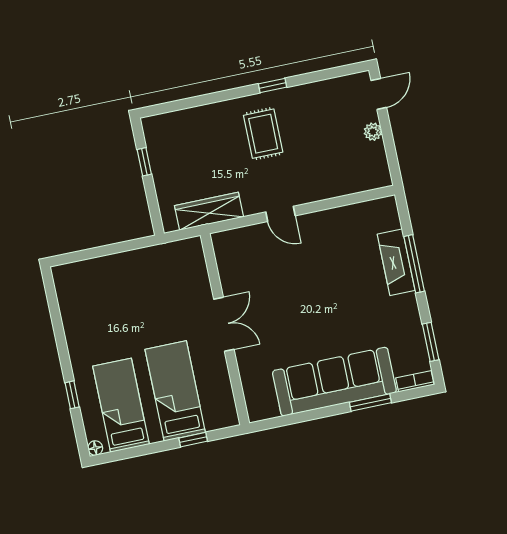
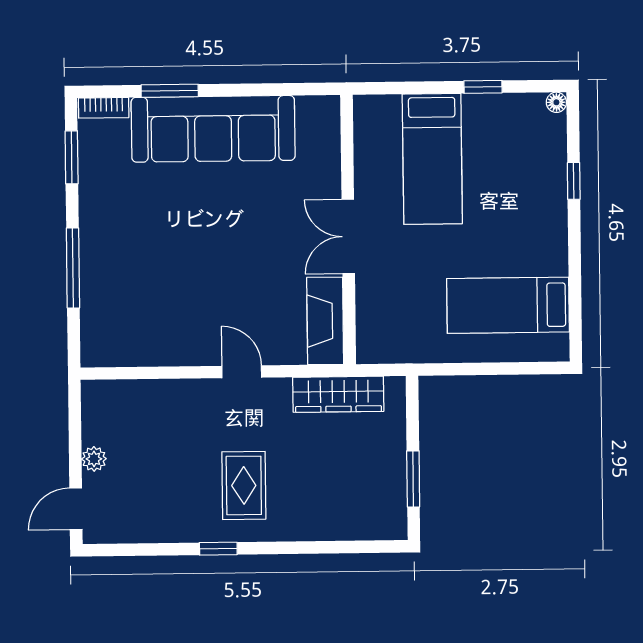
window: (144, 162) -> (413, 479), width x1.50
fireplace: (396, 262) -> (325, 321), moved, turned 180
bed: (121, 405) -> (508, 305), moved, turned 90
window: (193, 440) -> (483, 87), moved

